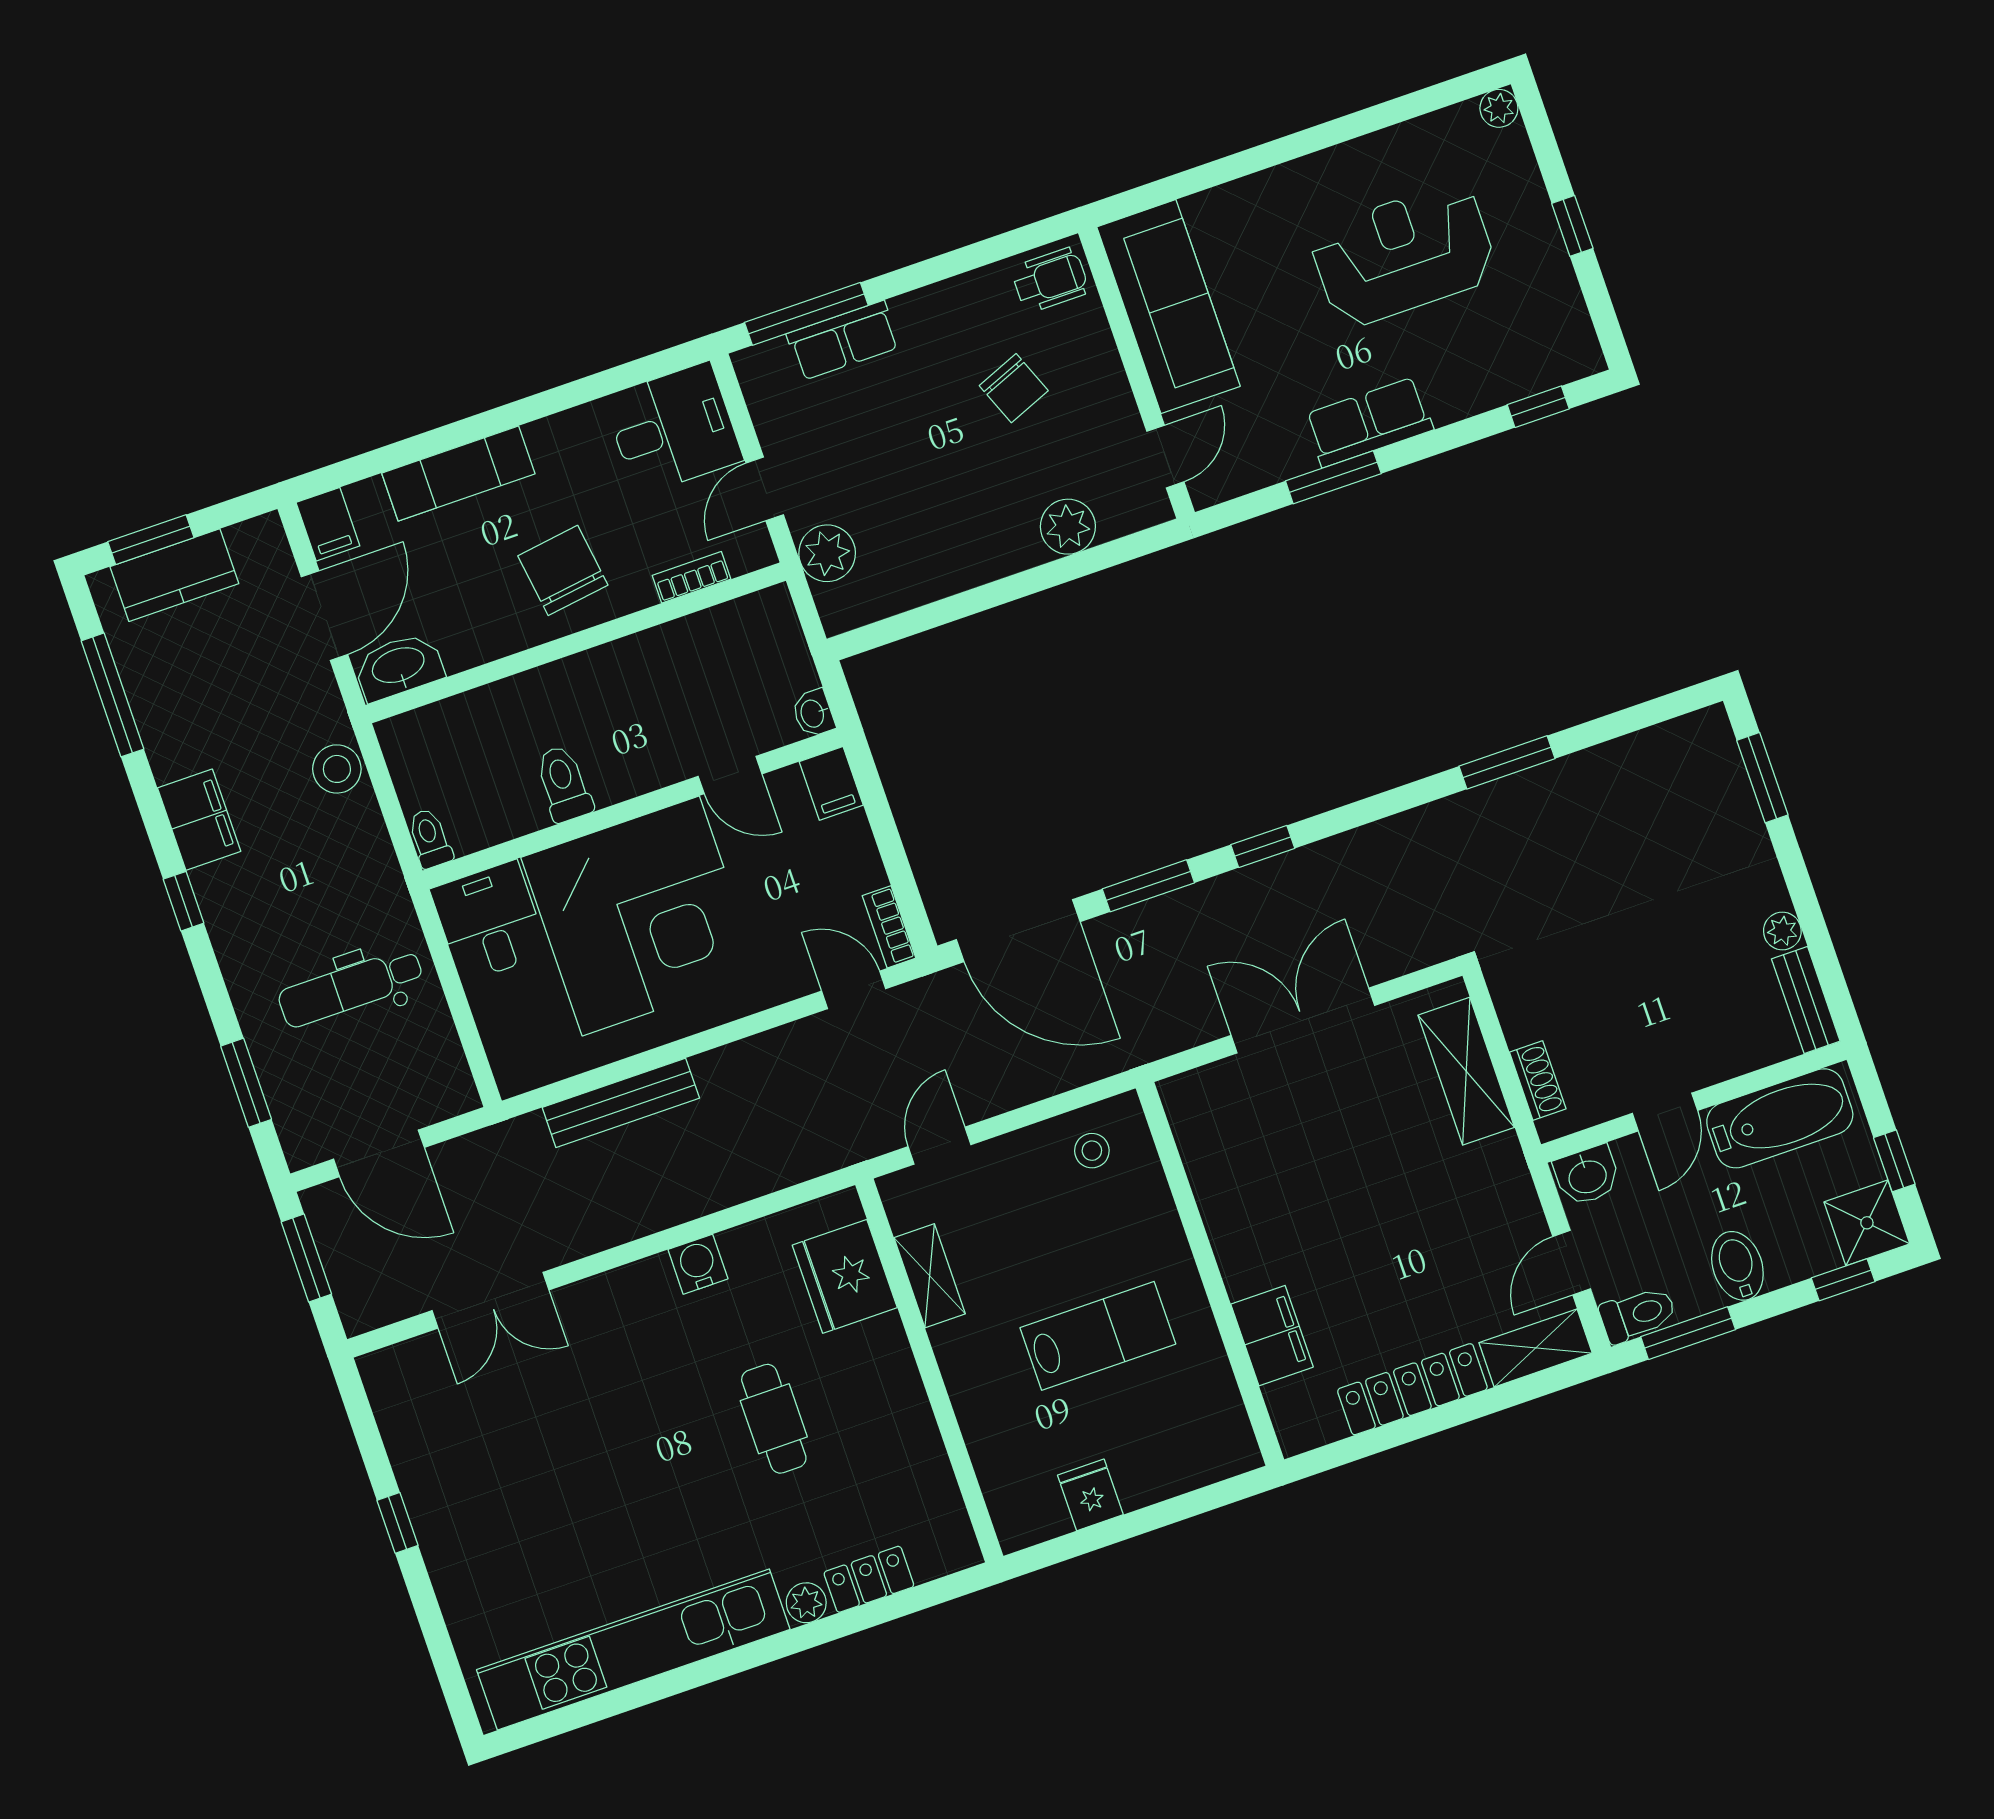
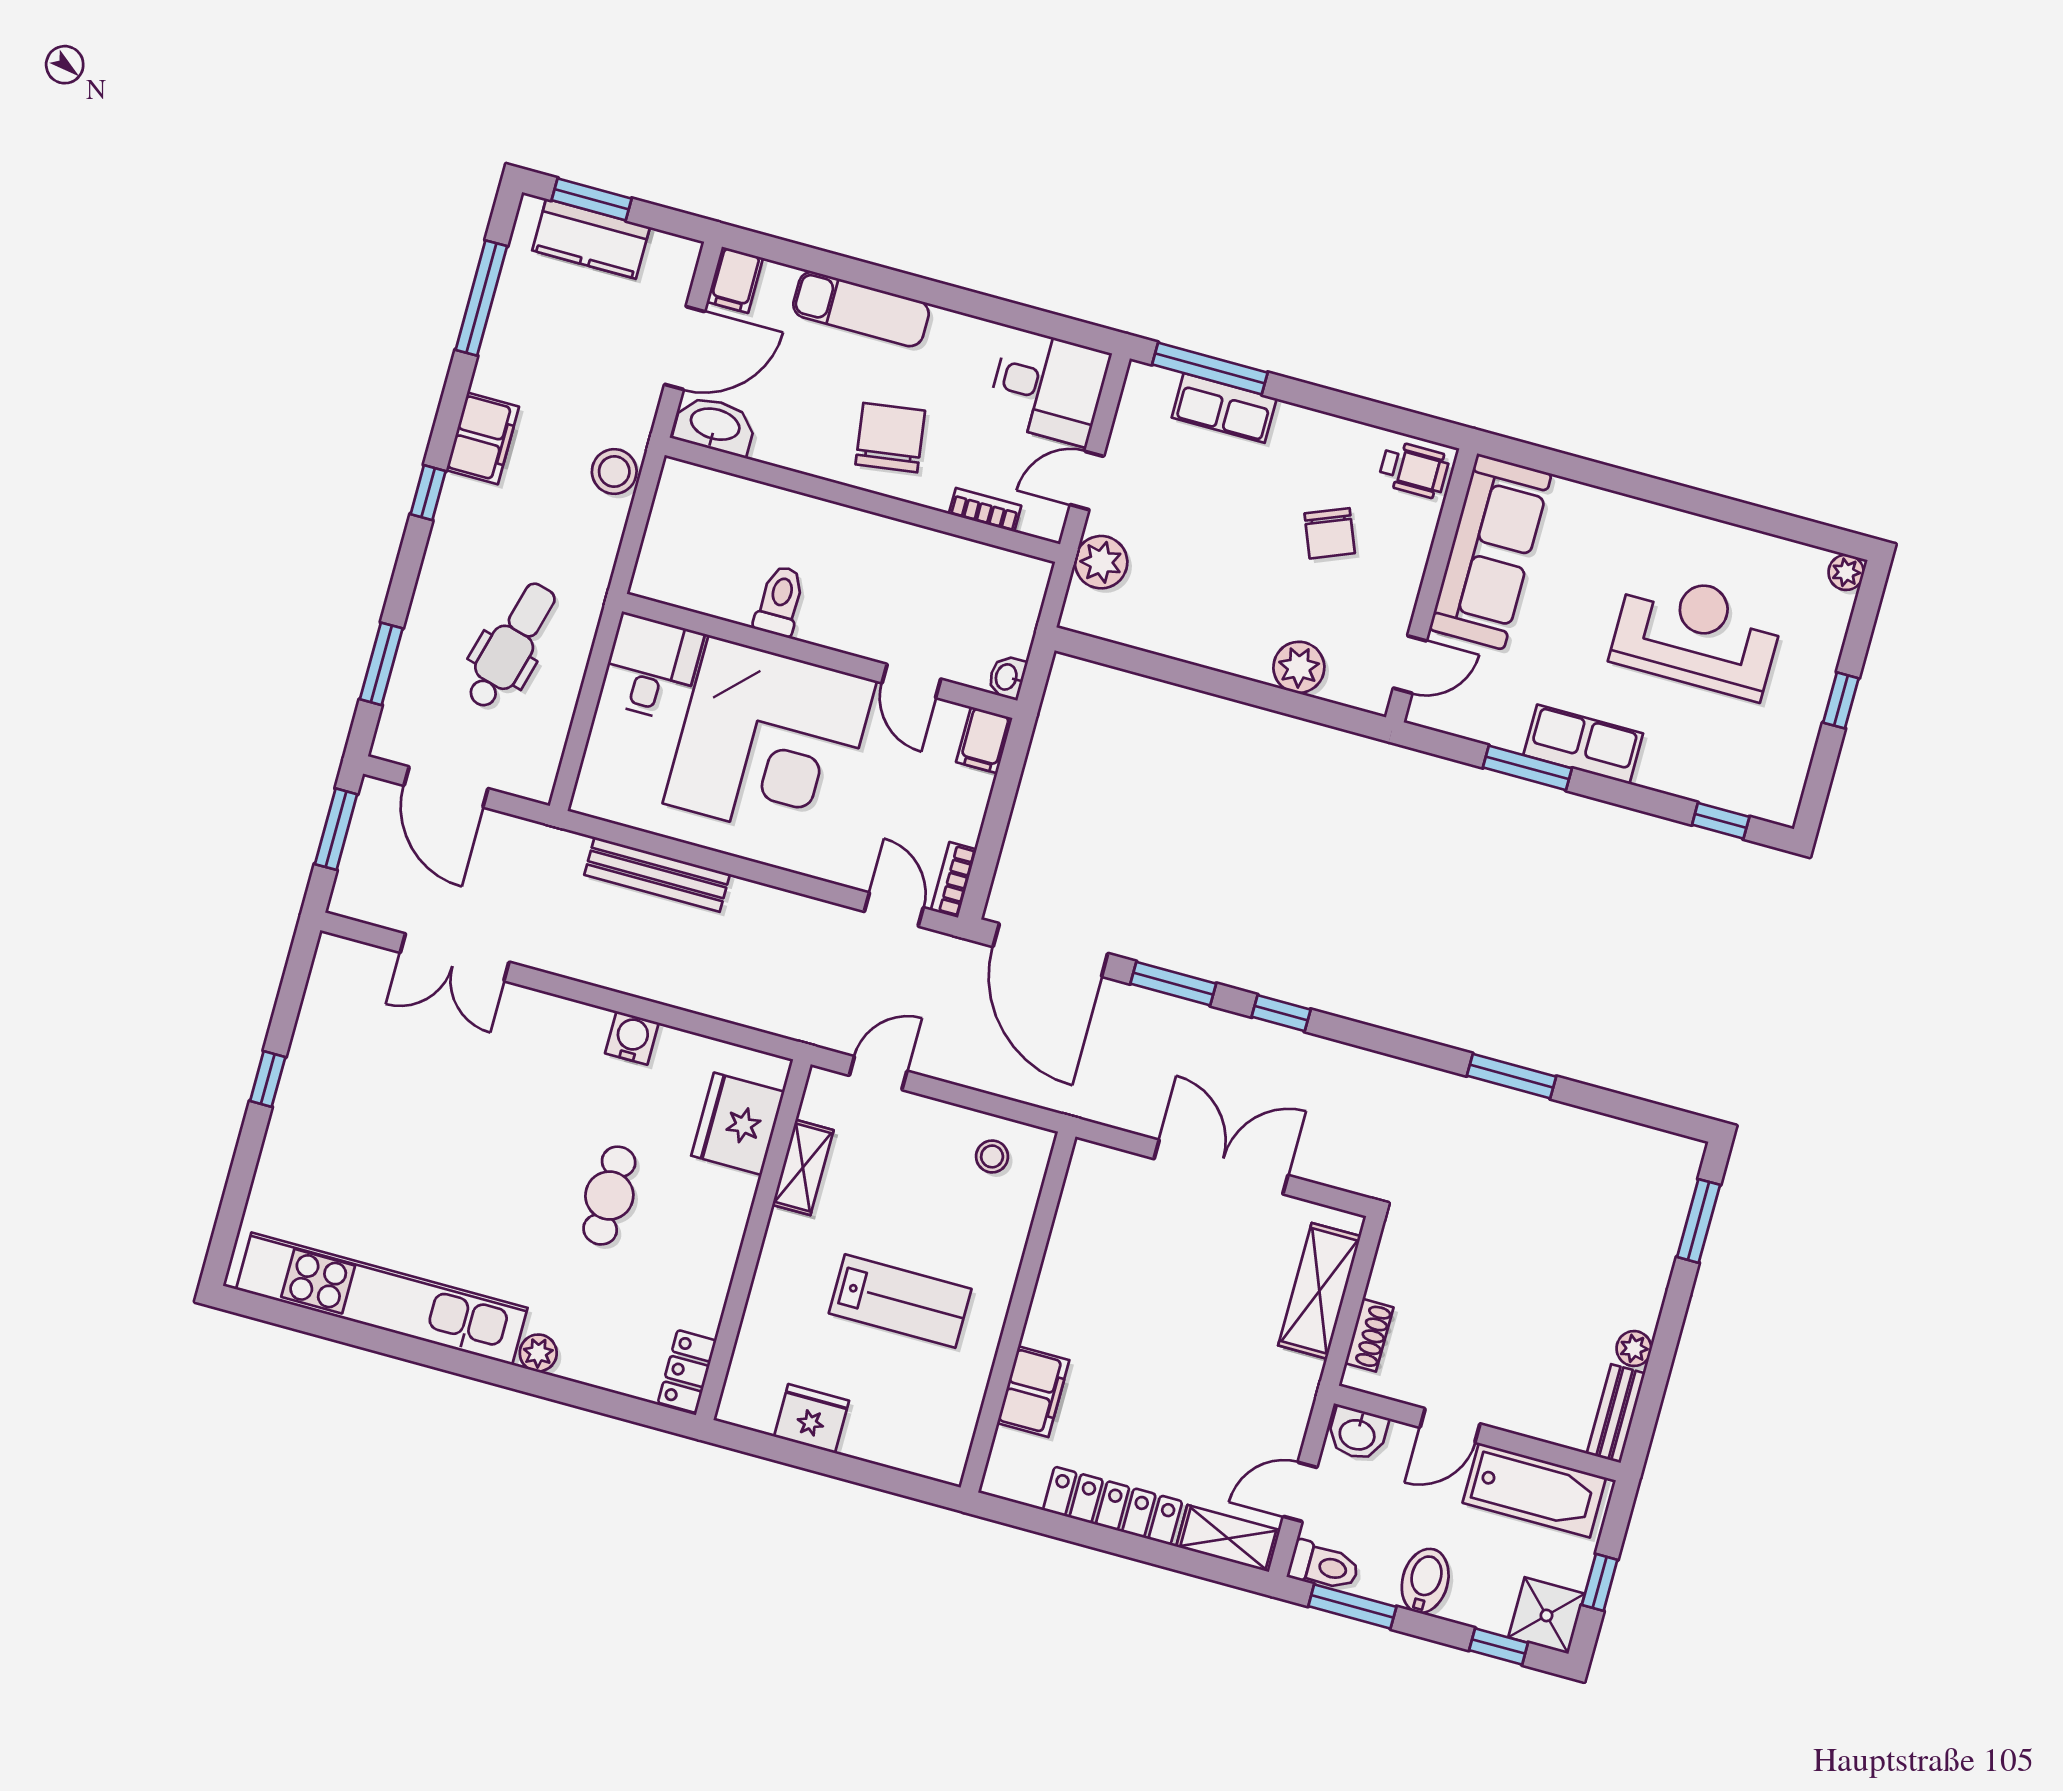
toilet: (430, 838) -> (649, 573), removed
dental chair: (351, 988) -> (511, 646), turned 105
fridge: (1090, 1495) -> (811, 1419), width x1.38
locker: (869, 1579) -> (687, 1372), moved, turned -90

